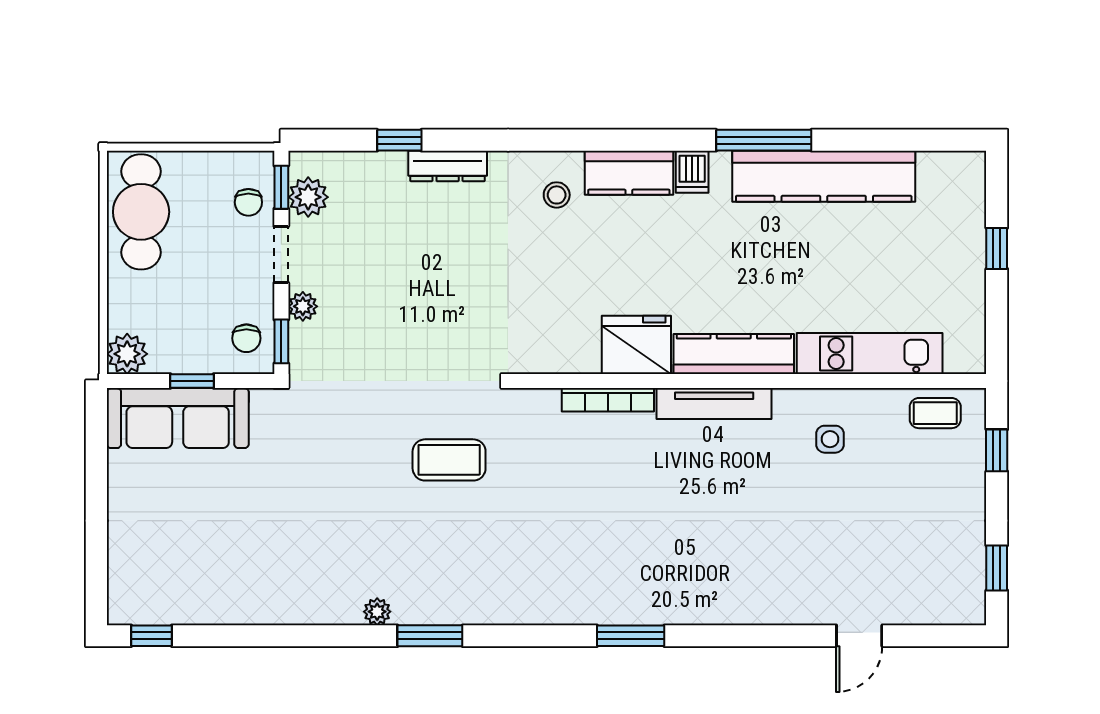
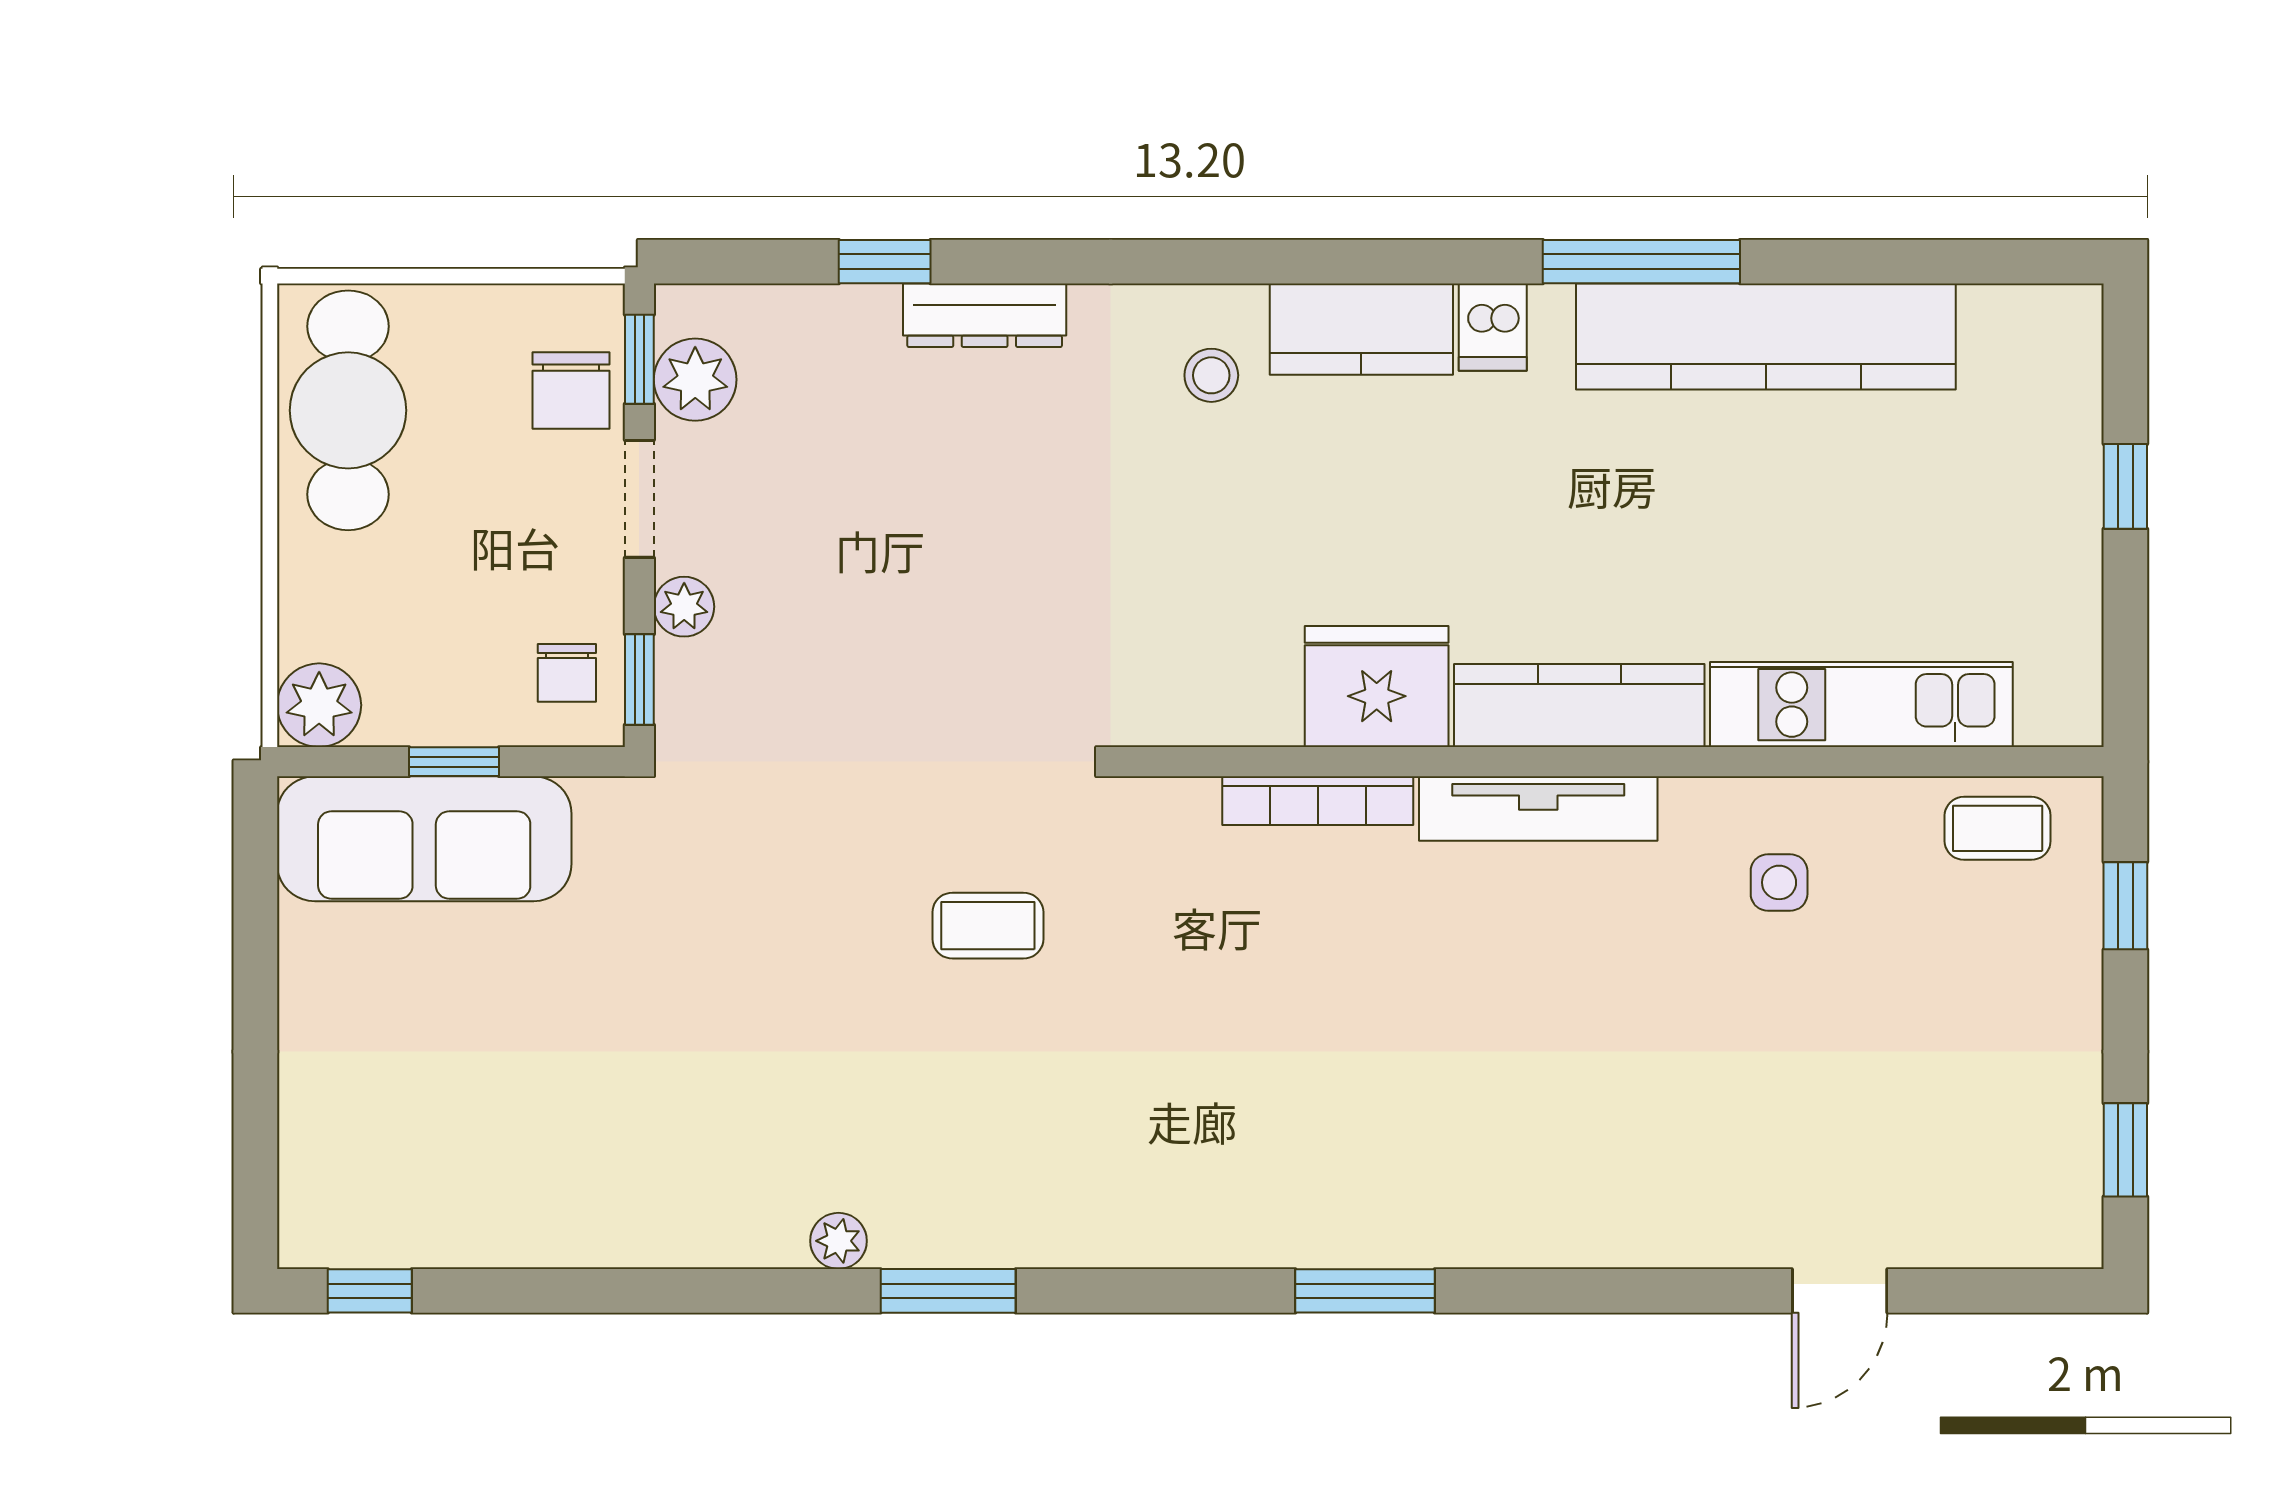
chair: (248, 202) -> (571, 391), width x1.37, depth x1.37
coffee table: (449, 460) -> (988, 926), width x0.73, depth x0.77

